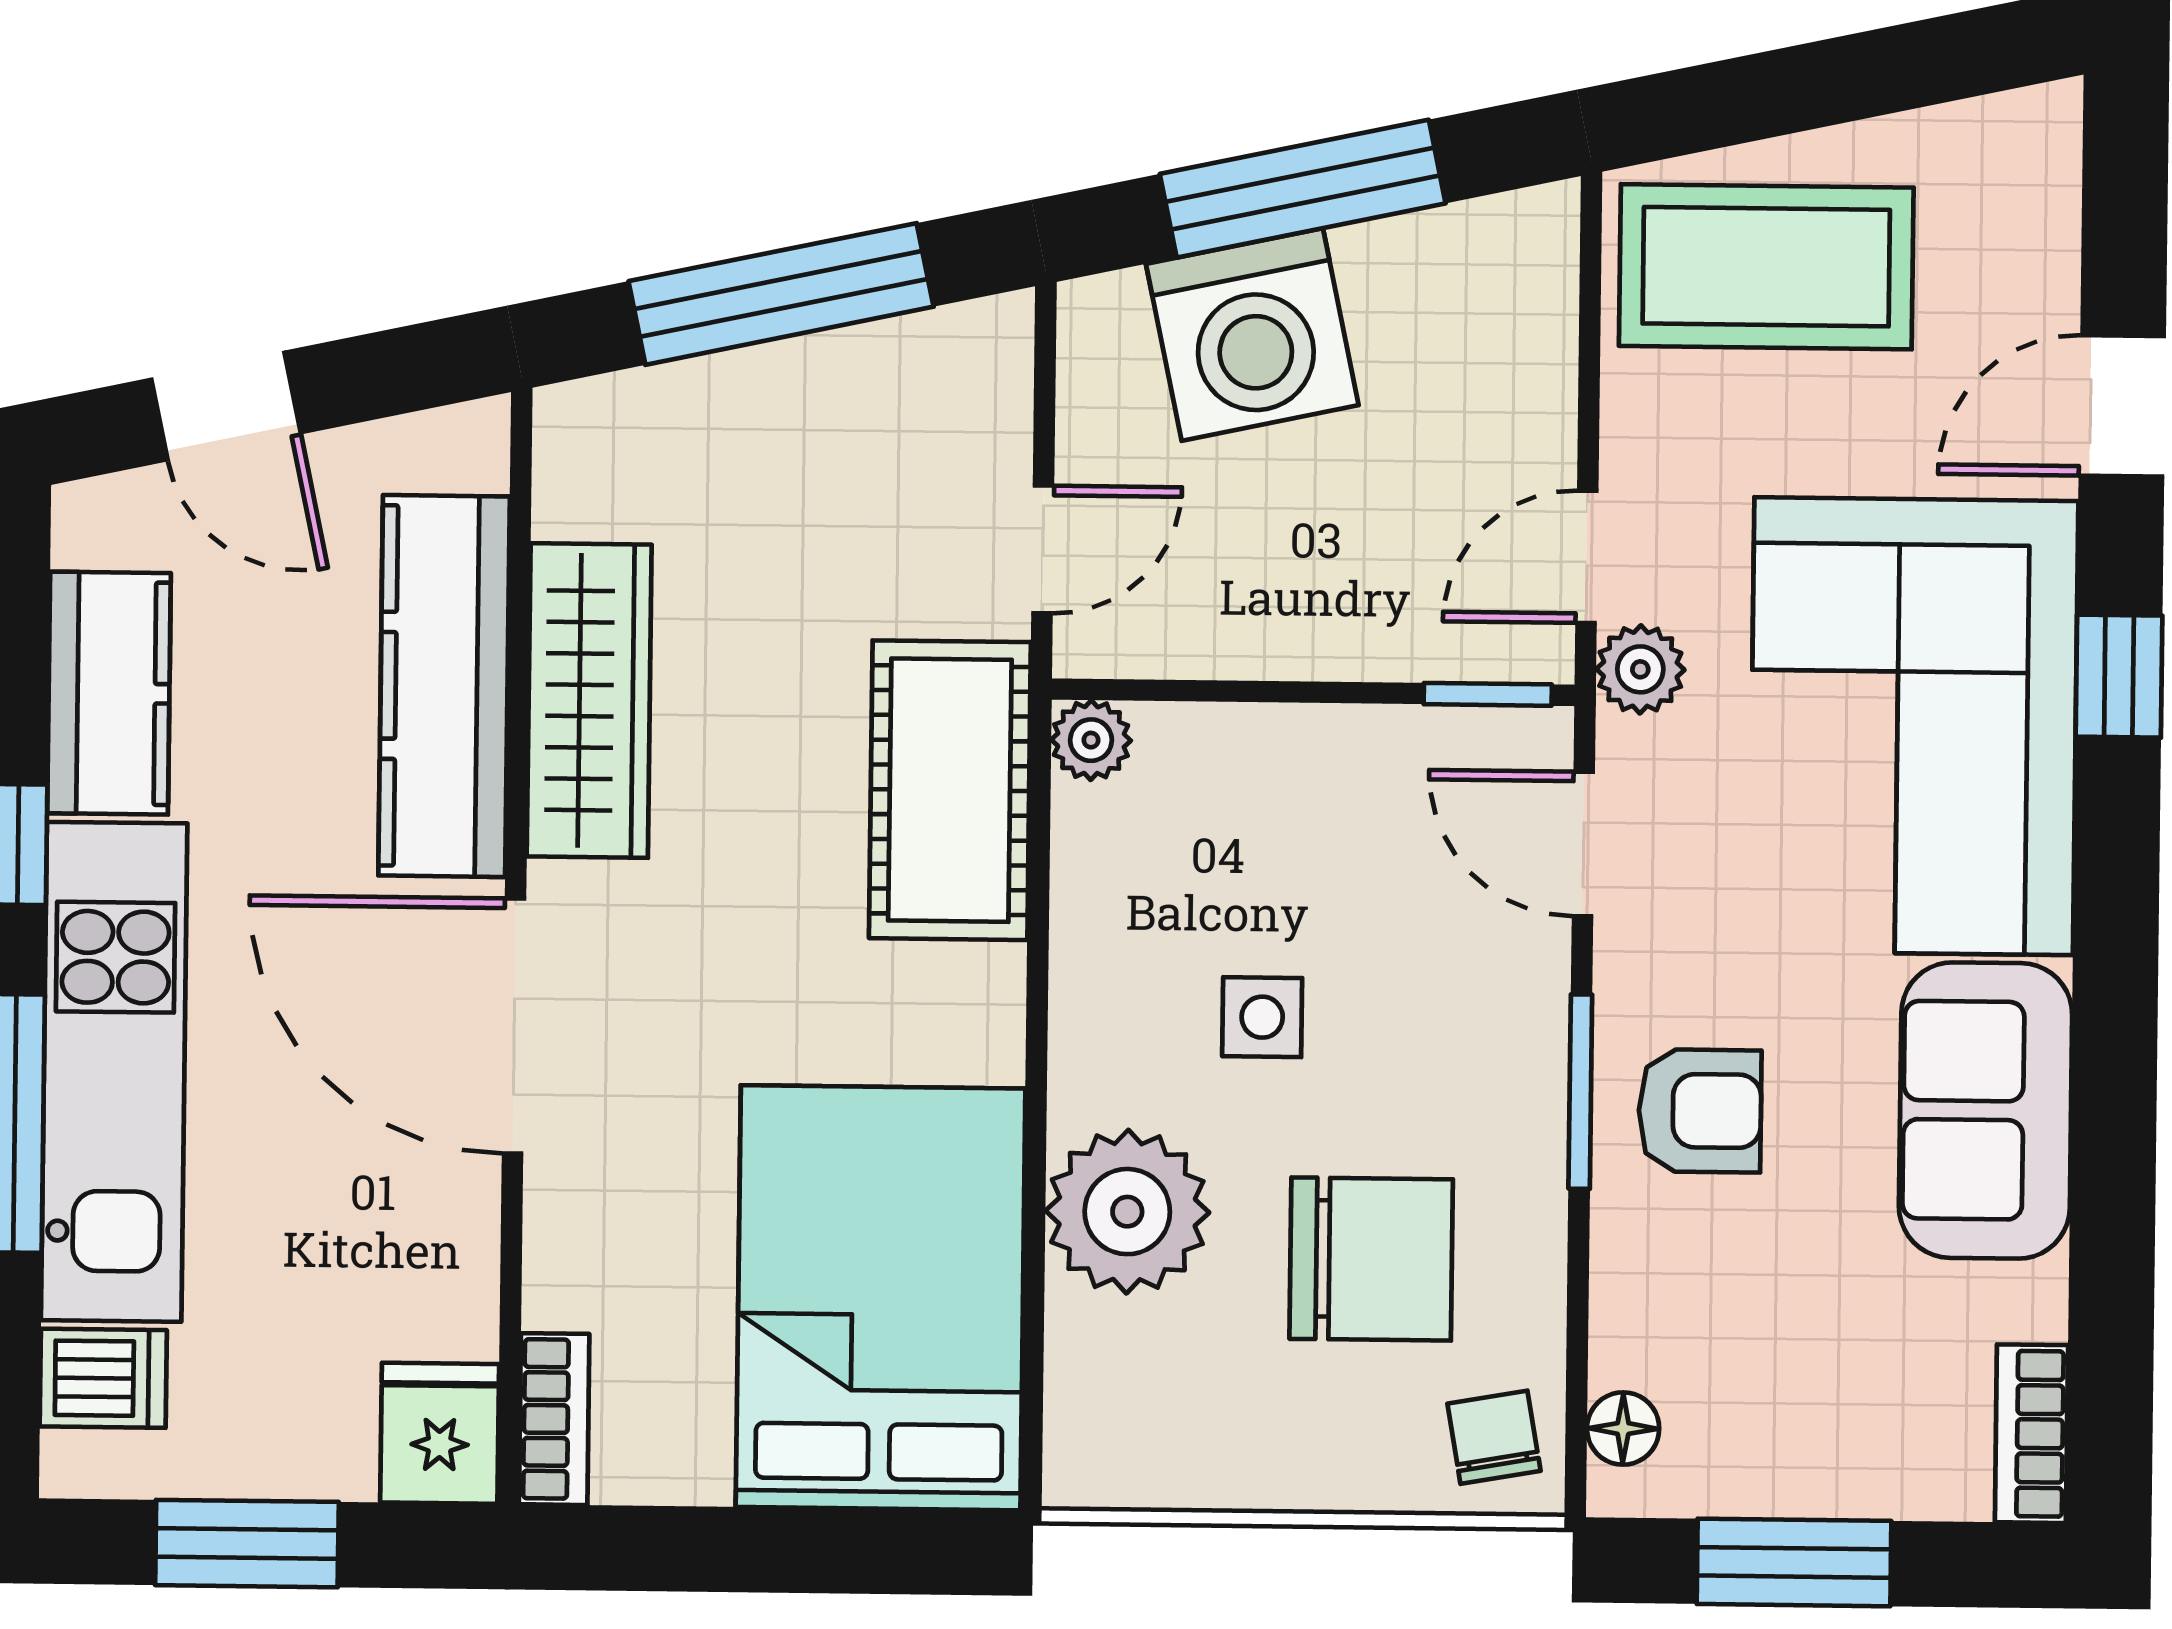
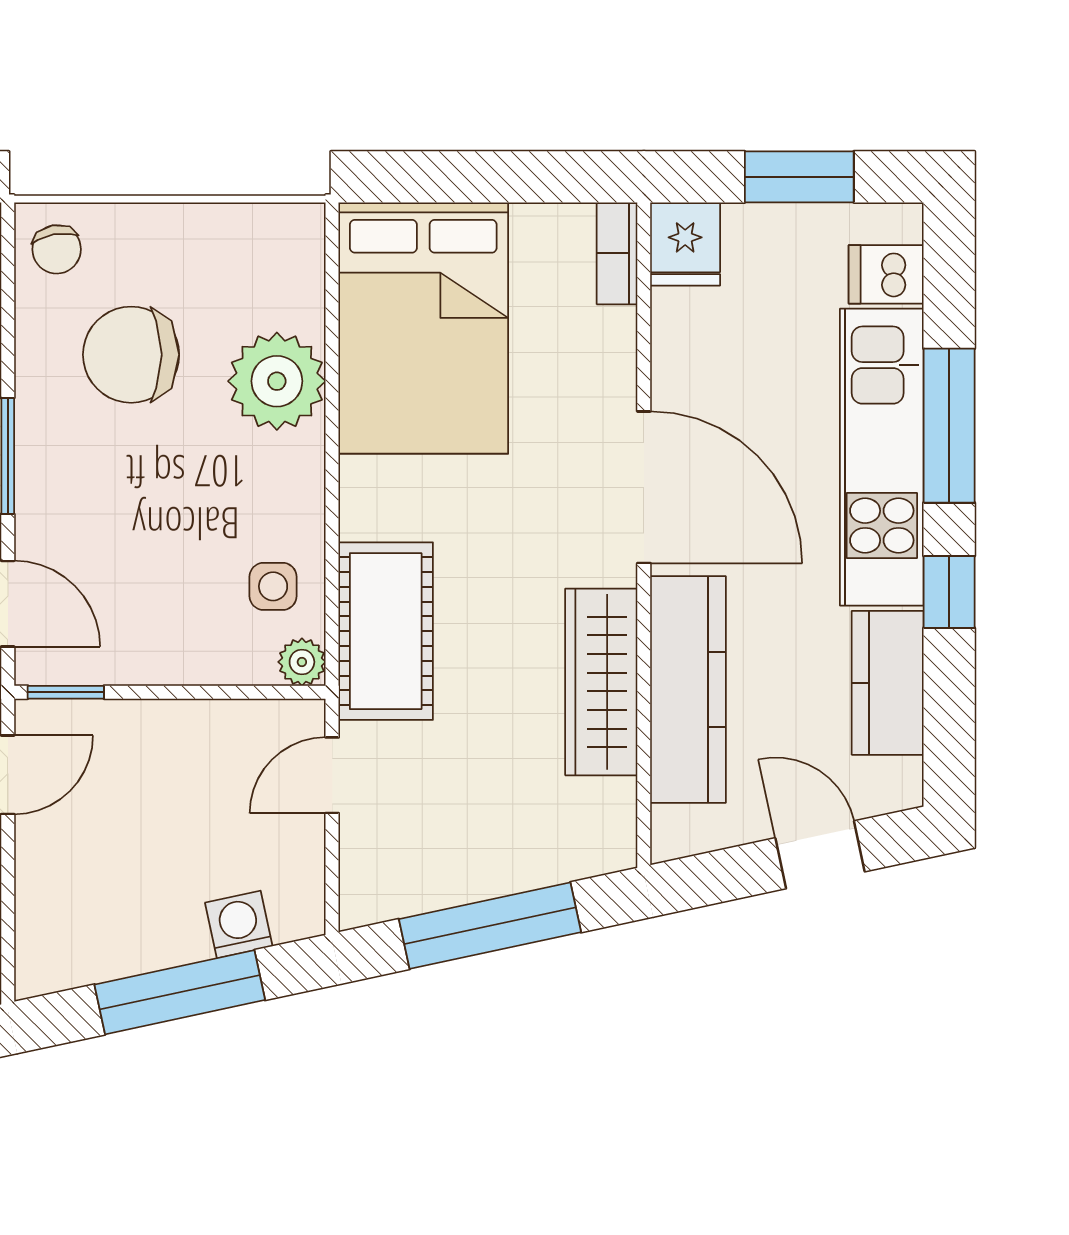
washing machine: (1252, 335) -> (239, 924), width x0.53, depth x0.53
side table: (1262, 1017) -> (273, 586), moved

